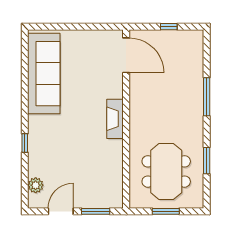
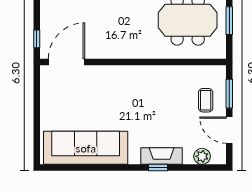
window: (169, 27) -> (37, 39), moved
fireplace: (115, 119) -> (162, 156), moved, turned 180
coffee table: (89, 189) -> (206, 100), added

